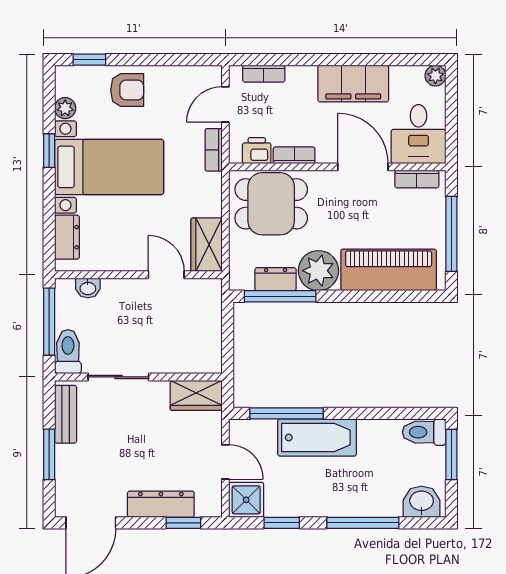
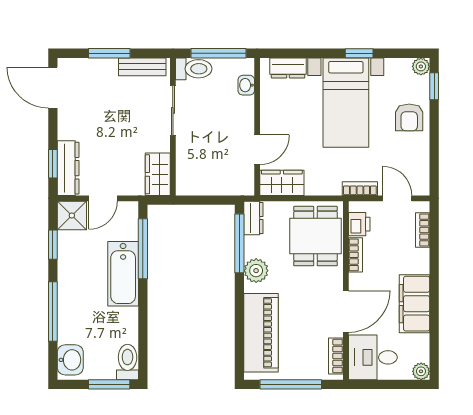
plant: (65, 108) -> (421, 66), moved
plant: (318, 271) -> (256, 271), width x0.73, depth x0.73
dresser: (276, 279) -> (253, 218), moved
dresser: (161, 504) -> (68, 168), moved

